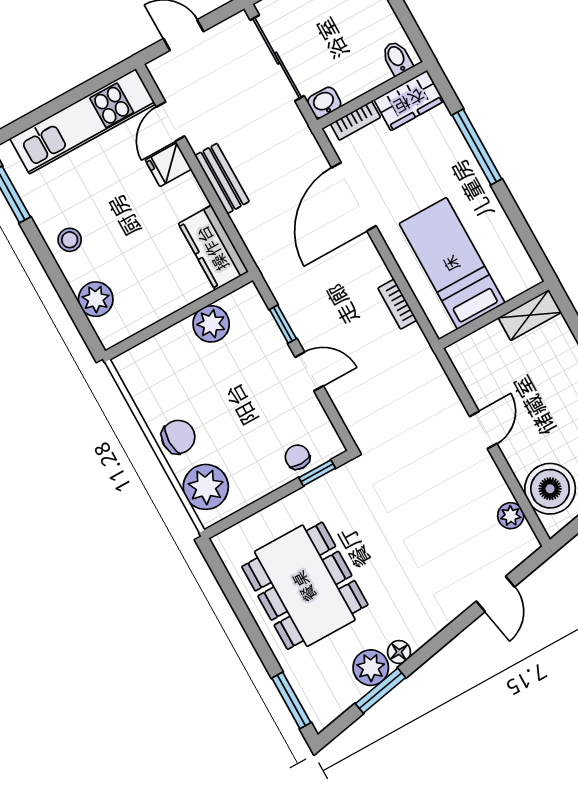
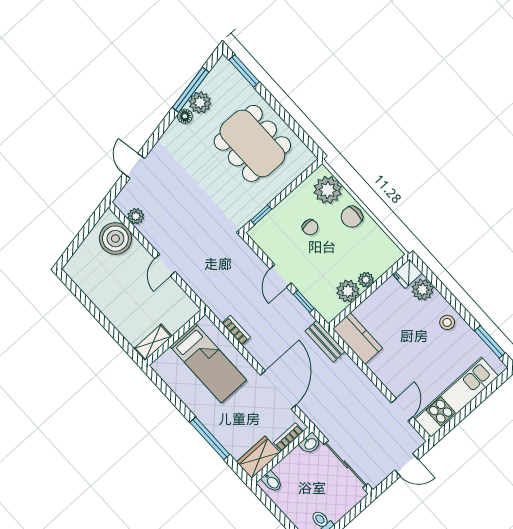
fridge: (168, 165) -> (407, 274), moved, turned 180
bench: (222, 179) -> (325, 341), moved
plant: (179, 335) -> (366, 280), added
door: (309, 372) -> (281, 276), hinge flipped
chair: (297, 457) -> (310, 227), moved
window: (380, 691) -> (191, 90), width x1.44

